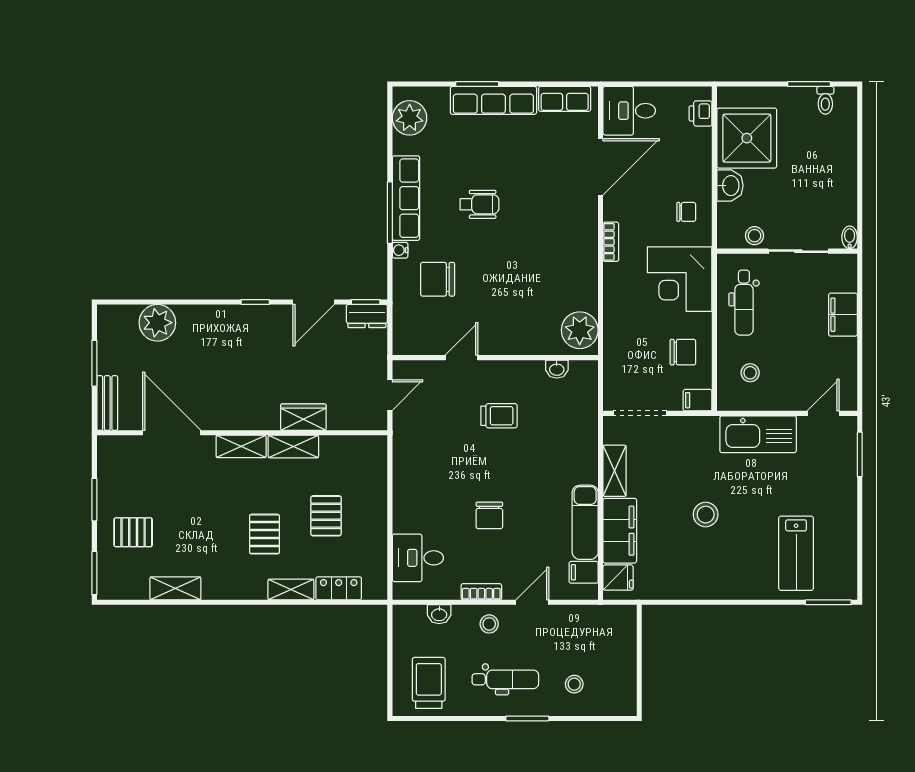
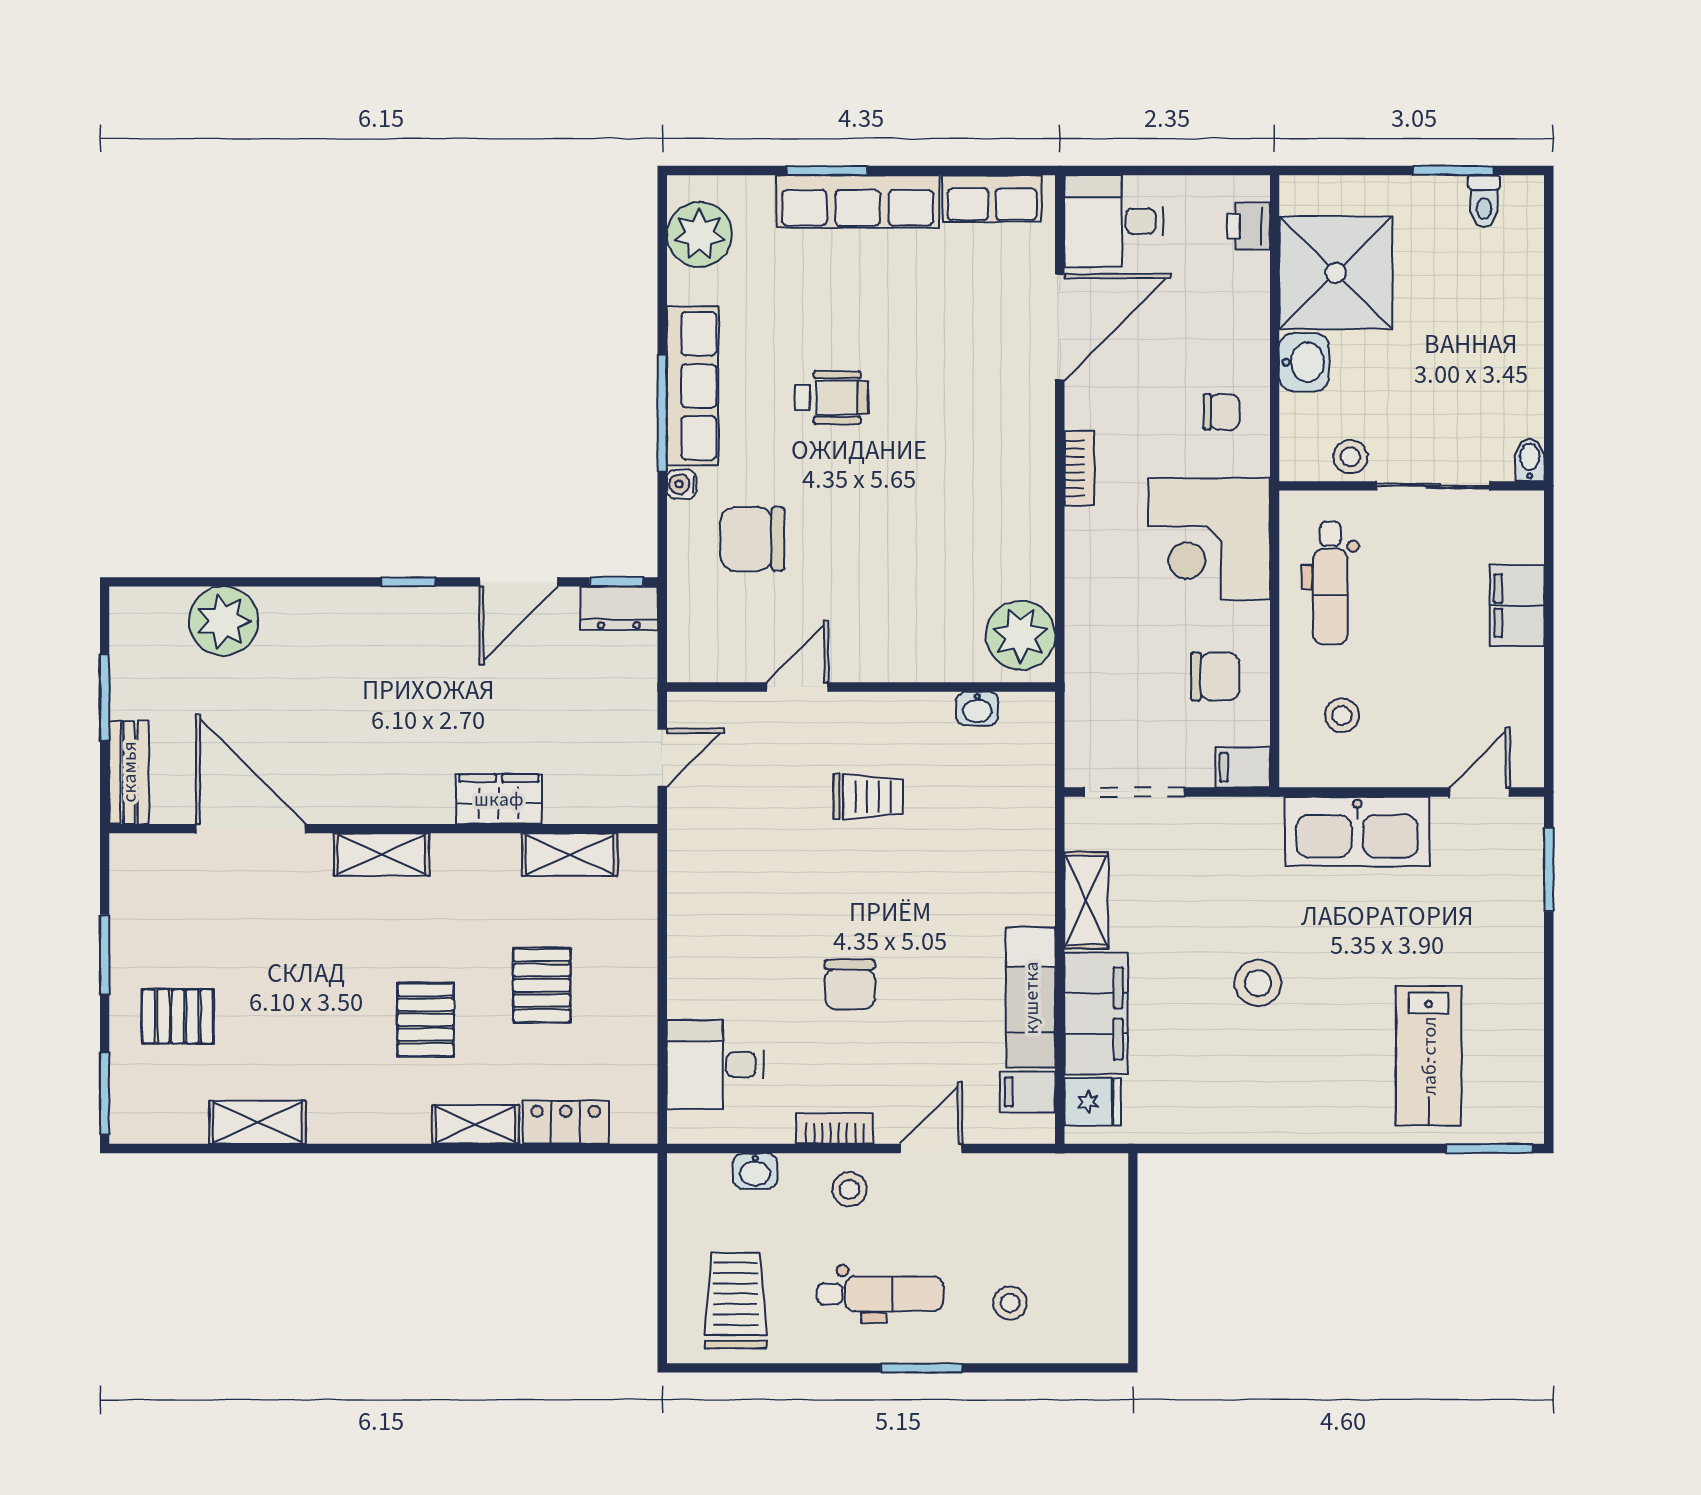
shelving: (293, 447) -> (570, 855), moved

